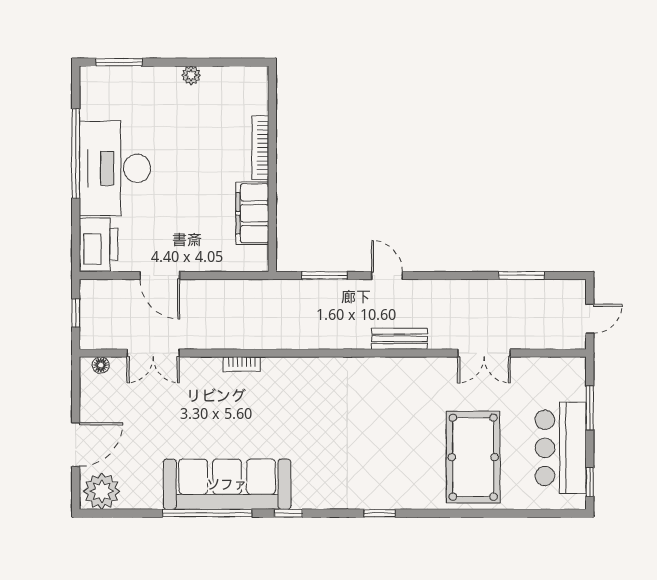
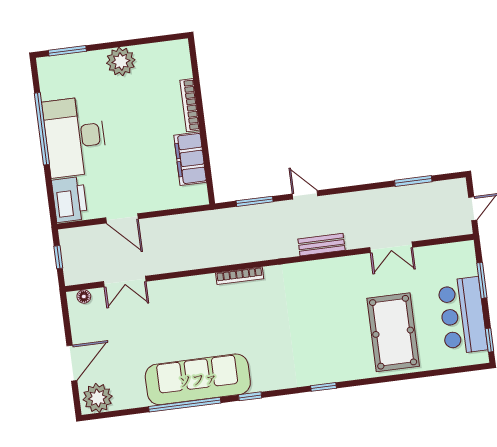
plant: (191, 75) -> (121, 61), width x1.88, depth x1.88
bookcase: (242, 364) -> (240, 276), moved, width x1.56

